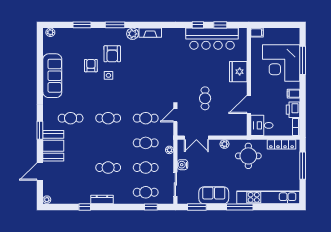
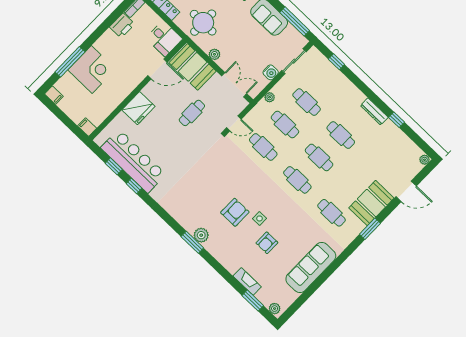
window: (82, 25) -> (253, 301), moved
window: (115, 25) -> (192, 242), moved
fireplace: (150, 33) -> (247, 281), moved
armchair: (112, 54) -> (235, 212), moved
corner desk: (281, 63) -> (92, 70), width x0.74, depth x0.74
filing cabinet: (293, 94) -> (54, 95), moved
booth: (230, 125) -> (193, 67), added
cafe table: (146, 192) -> (319, 157), moved
window: (197, 207) -> (295, 21), width x1.44

